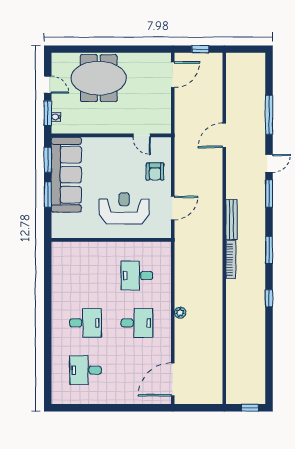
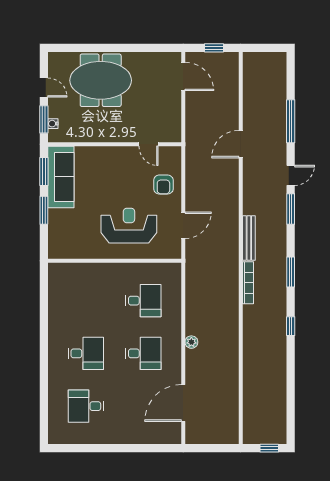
door: (173, 75) -> (183, 76), hinge flipped
sofa: (66, 175) -> (61, 177), width x0.74, depth x0.79
desk: (137, 276) -> (143, 301), turned 180
door: (173, 380) -> (183, 403), moved

